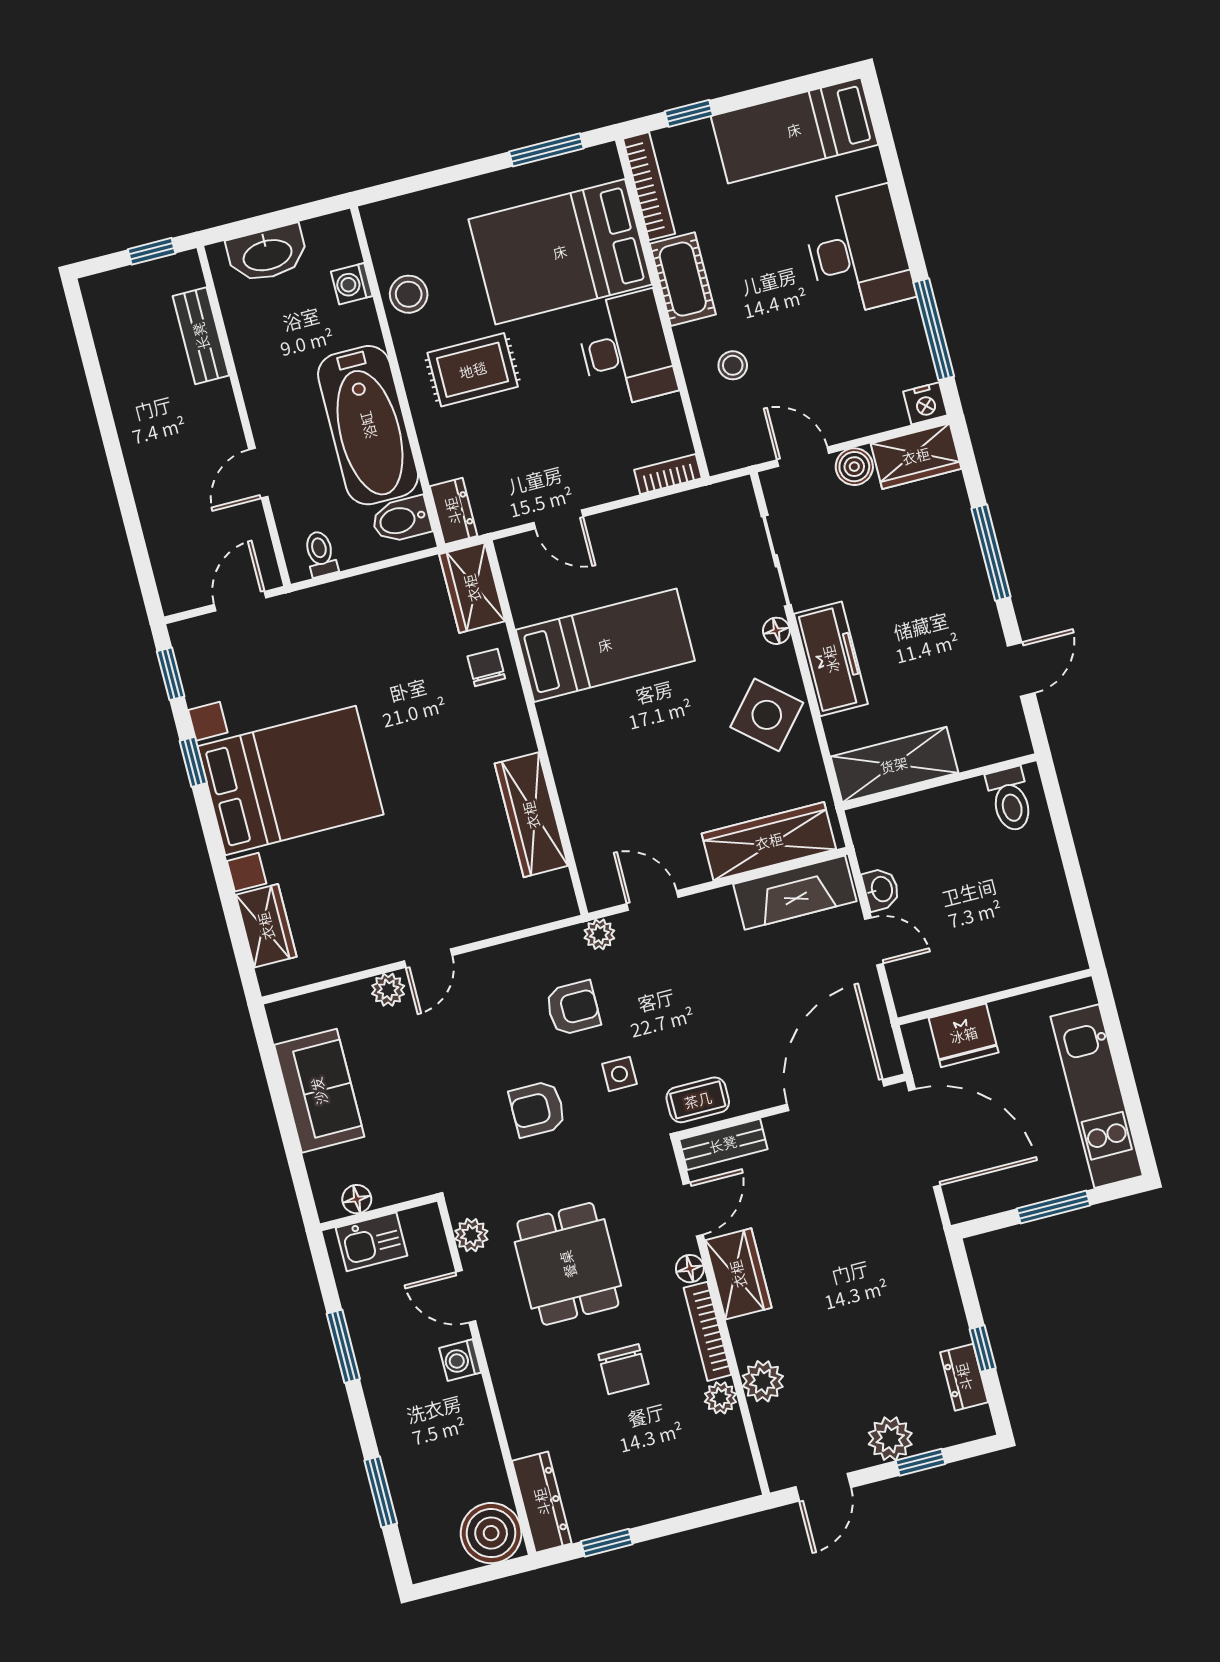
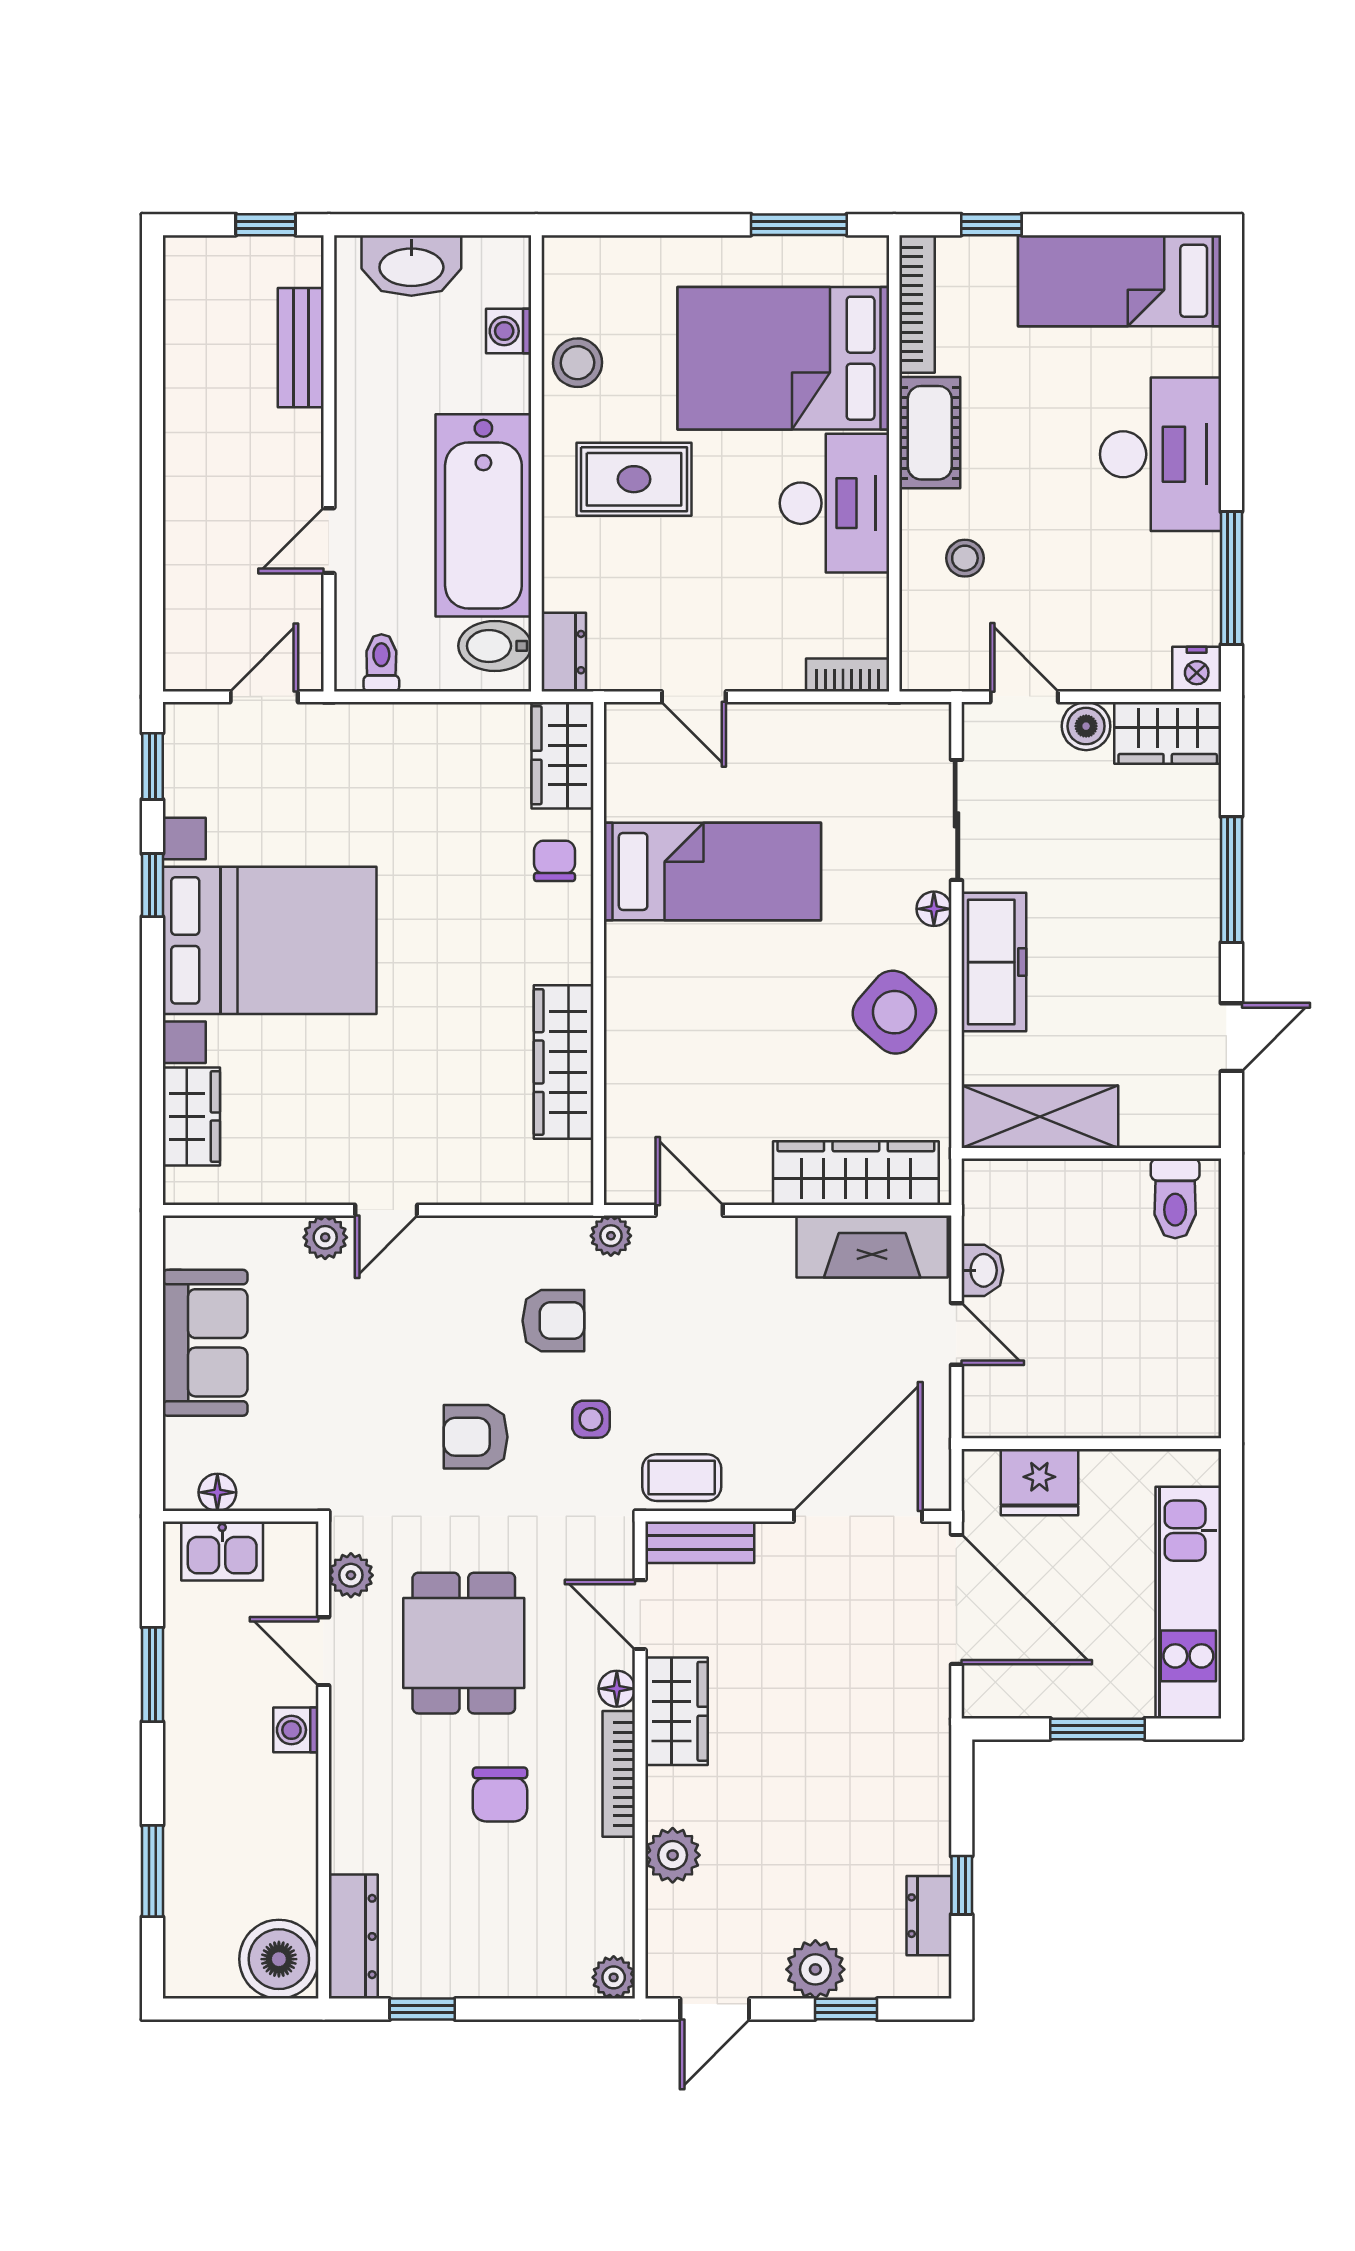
door: (693, 1209) -> (640, 1615), swing flipped
plant: (720, 1398) -> (614, 1977), moved

